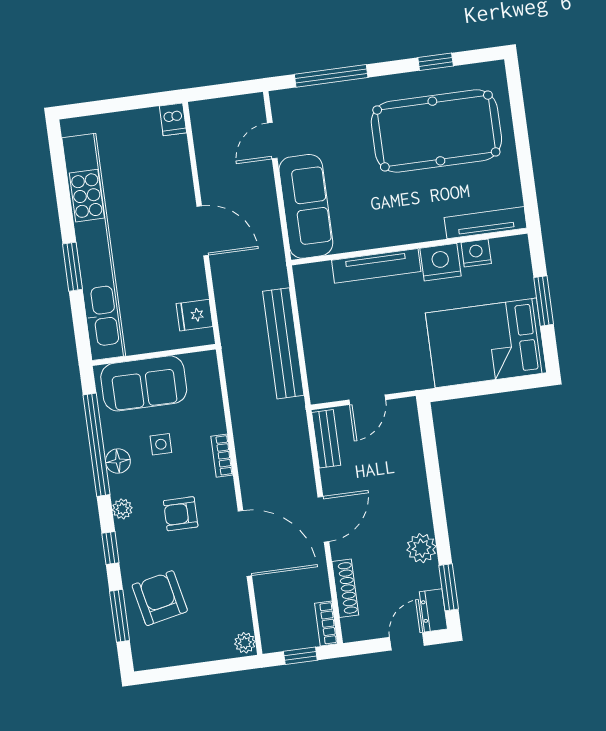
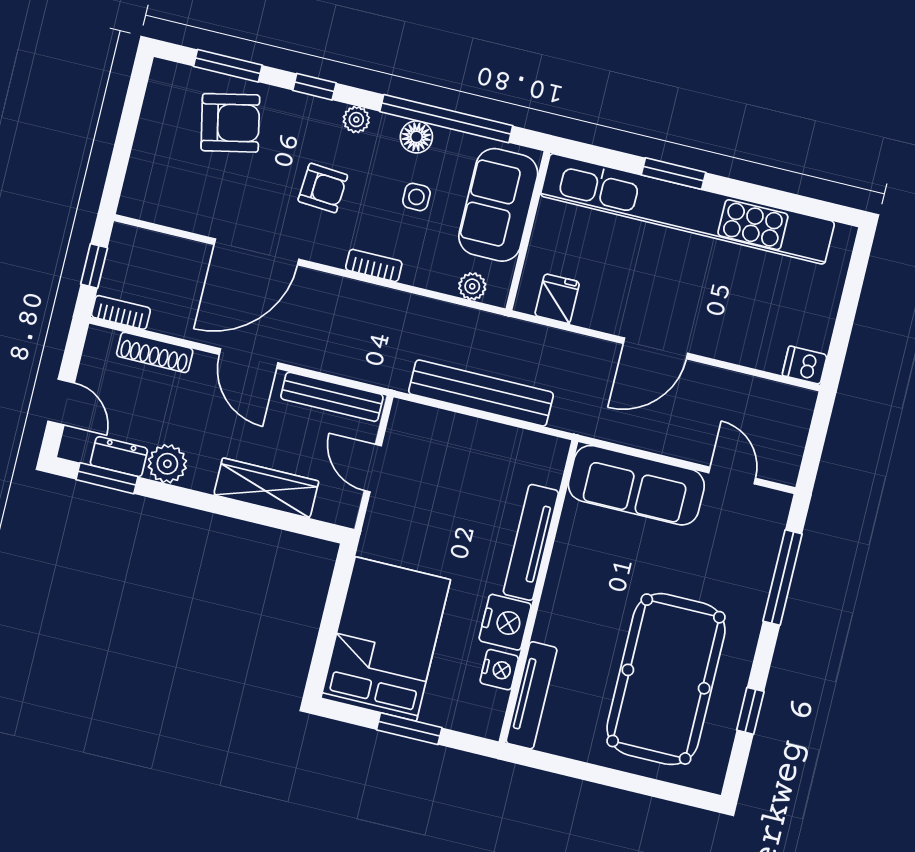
bench: (326, 439) -> (332, 397), width x1.36
wardrobe: (411, 471) -> (266, 488), added
armchair: (181, 514) -> (323, 188), turned 94
dresser: (433, 610) -> (119, 457), moved
plant: (245, 643) -> (472, 286), moved

